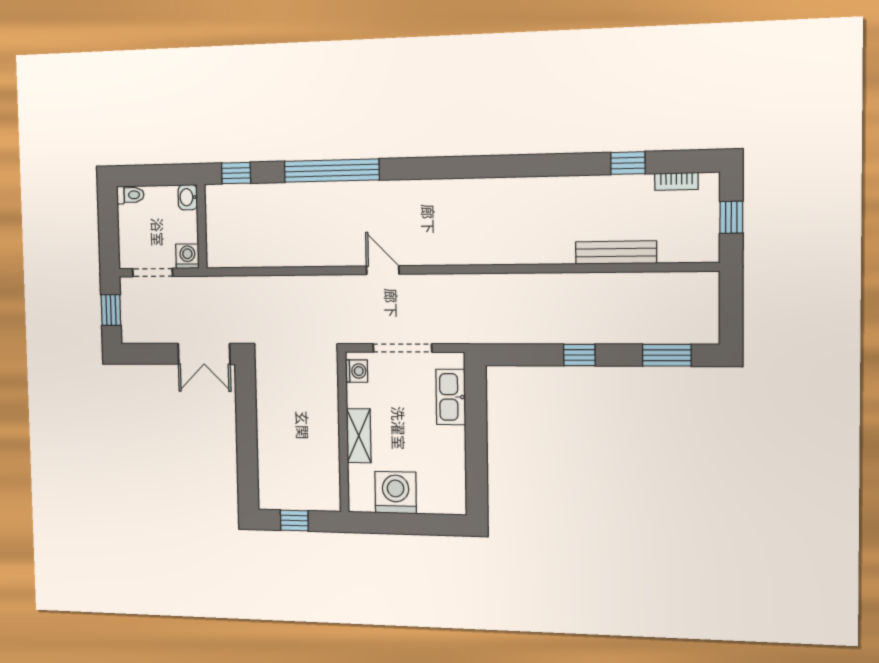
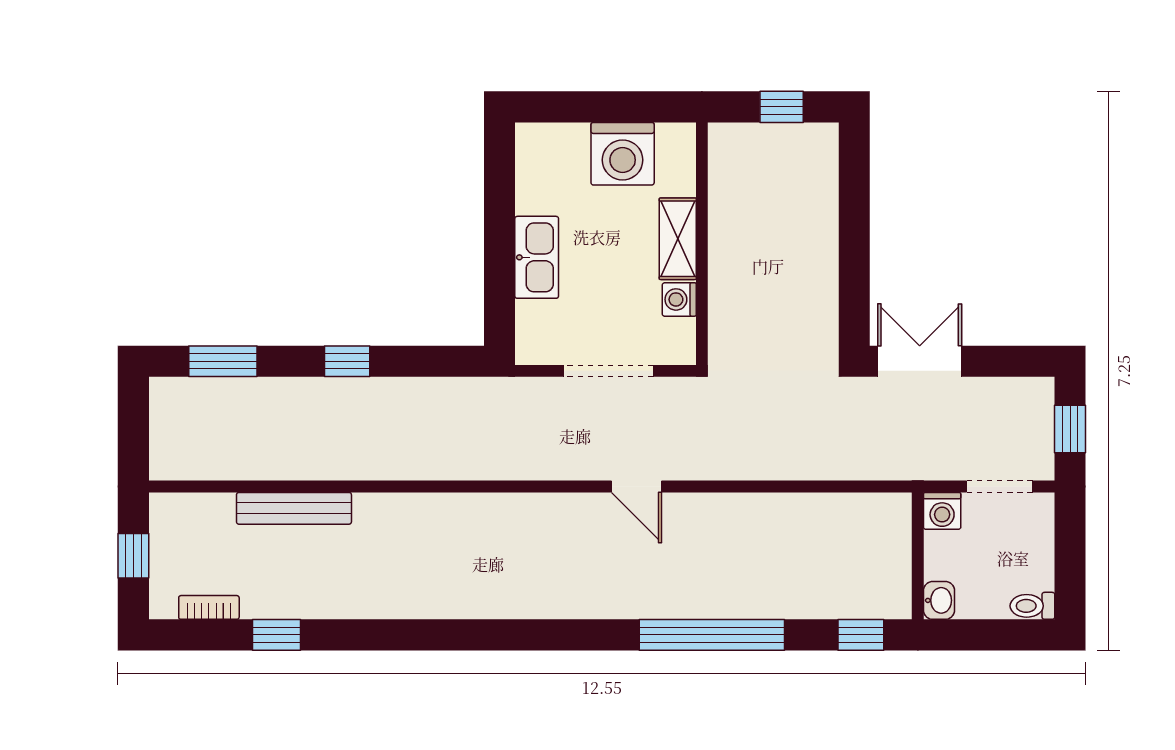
washing machine: (357, 371) -> (679, 299), moved
kitchen sink: (451, 397) -> (537, 257), moved

